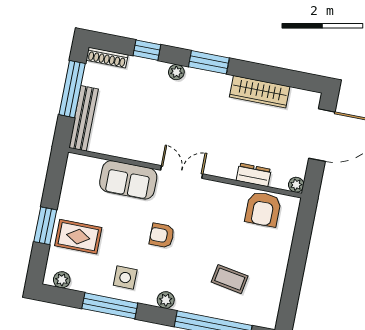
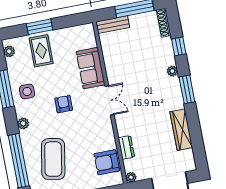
bench: (84, 118) -> (113, 25), width x0.73
coffee table: (230, 279) -> (53, 159), width x1.86, depth x1.72

